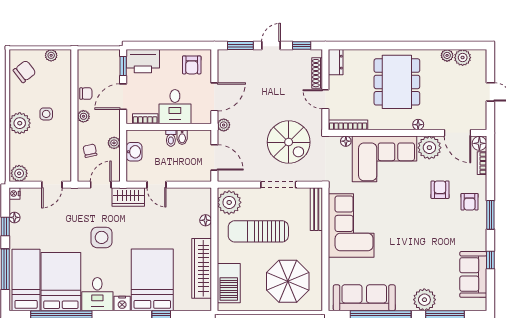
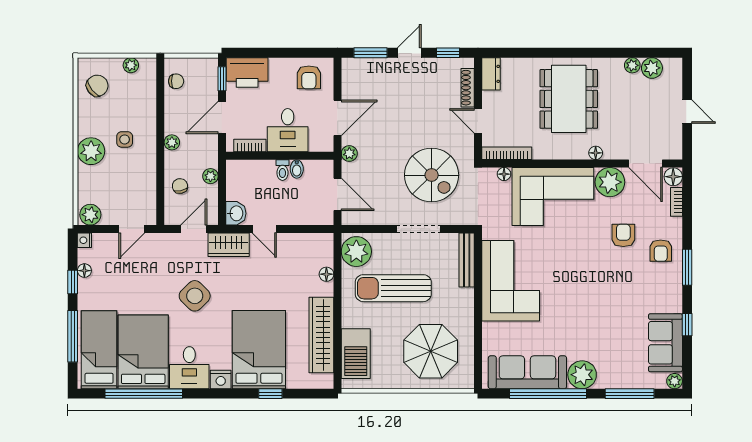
chair: (86, 94) -> (176, 81), moved
washbasin: (134, 152) -> (236, 213), moved
side table: (102, 237) -> (195, 296), turned 45
plant: (424, 300) -> (582, 375), moved
plant: (480, 305) -> (675, 381), added

